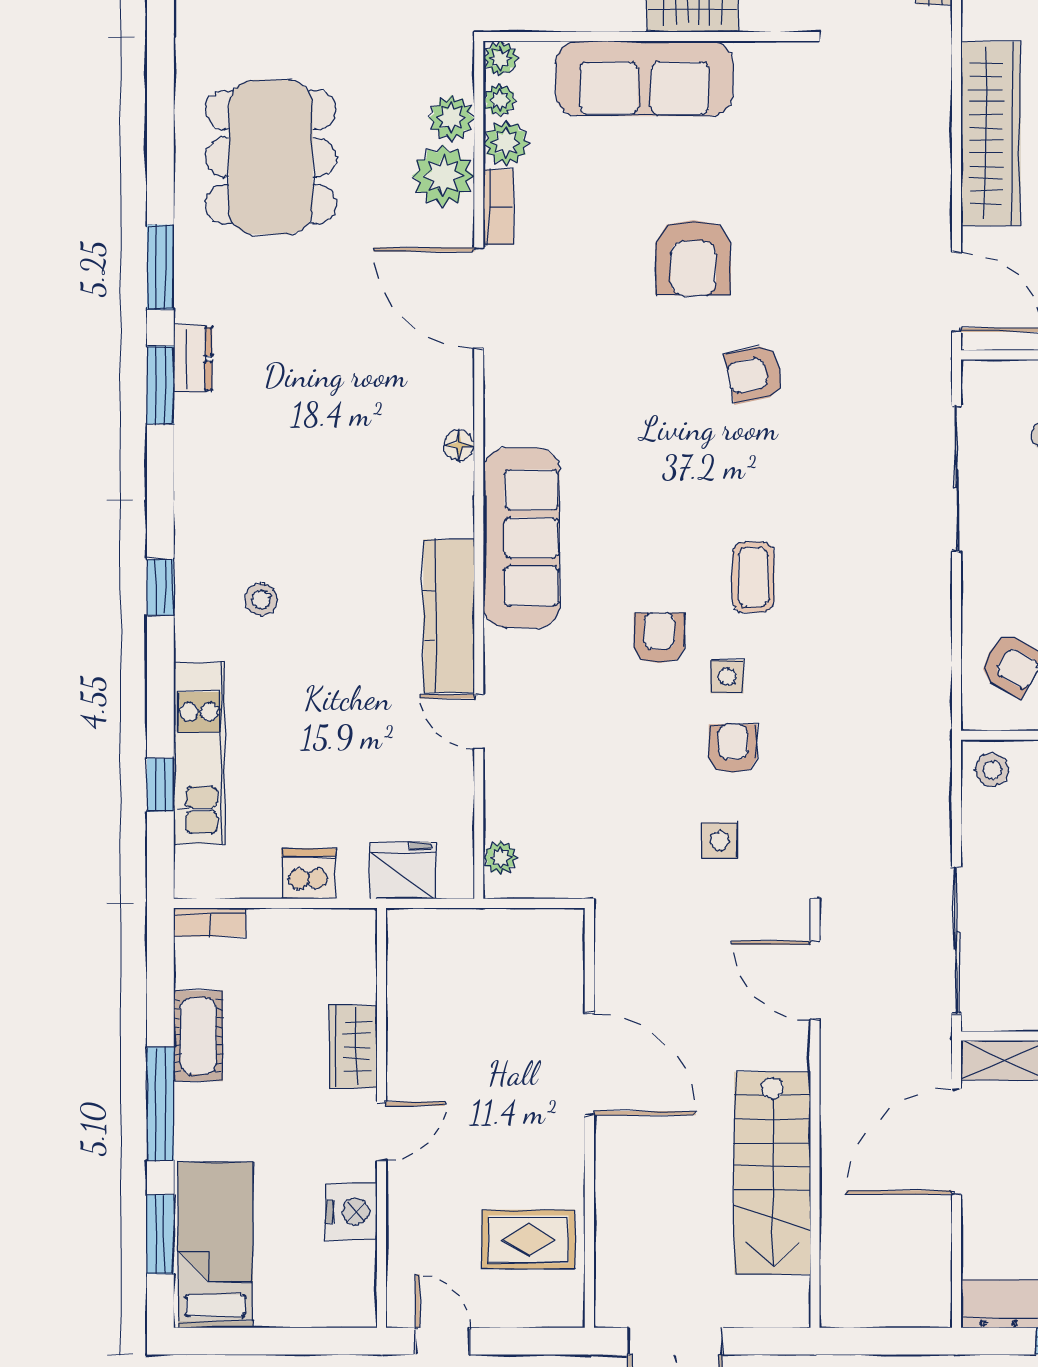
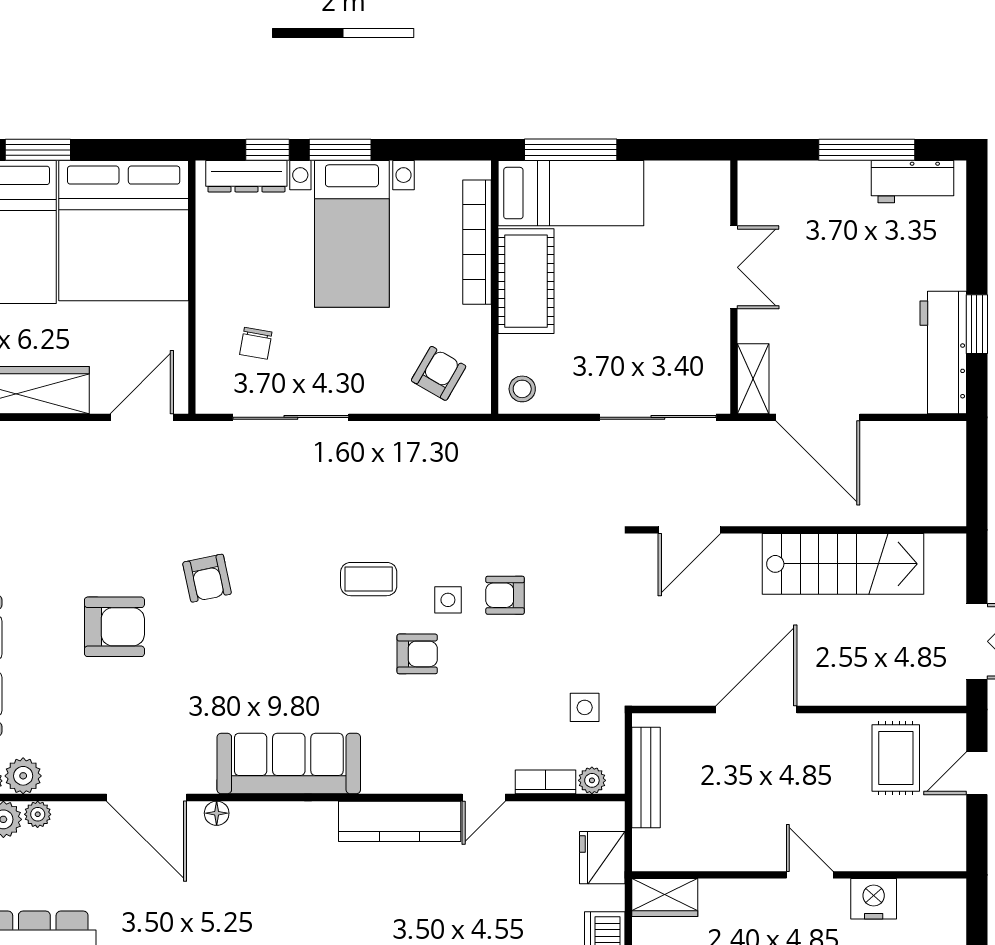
plant: (443, 176) -> (38, 814), width x0.53, depth x0.53
bookcase: (498, 207) -> (545, 782), moved
door: (479, 298) -> (147, 797), hinge flipped
floor lamp: (459, 445) -> (217, 813), moved
sofa: (521, 538) -> (289, 764), moved
armchair: (659, 638) -> (417, 654), turned 180
side table: (720, 840) -> (585, 707), moved
bench: (504, 926) -> (646, 777), added
wardrobe: (353, 1047) -> (665, 898), moved
door: (442, 1341) -> (977, 773), moved

